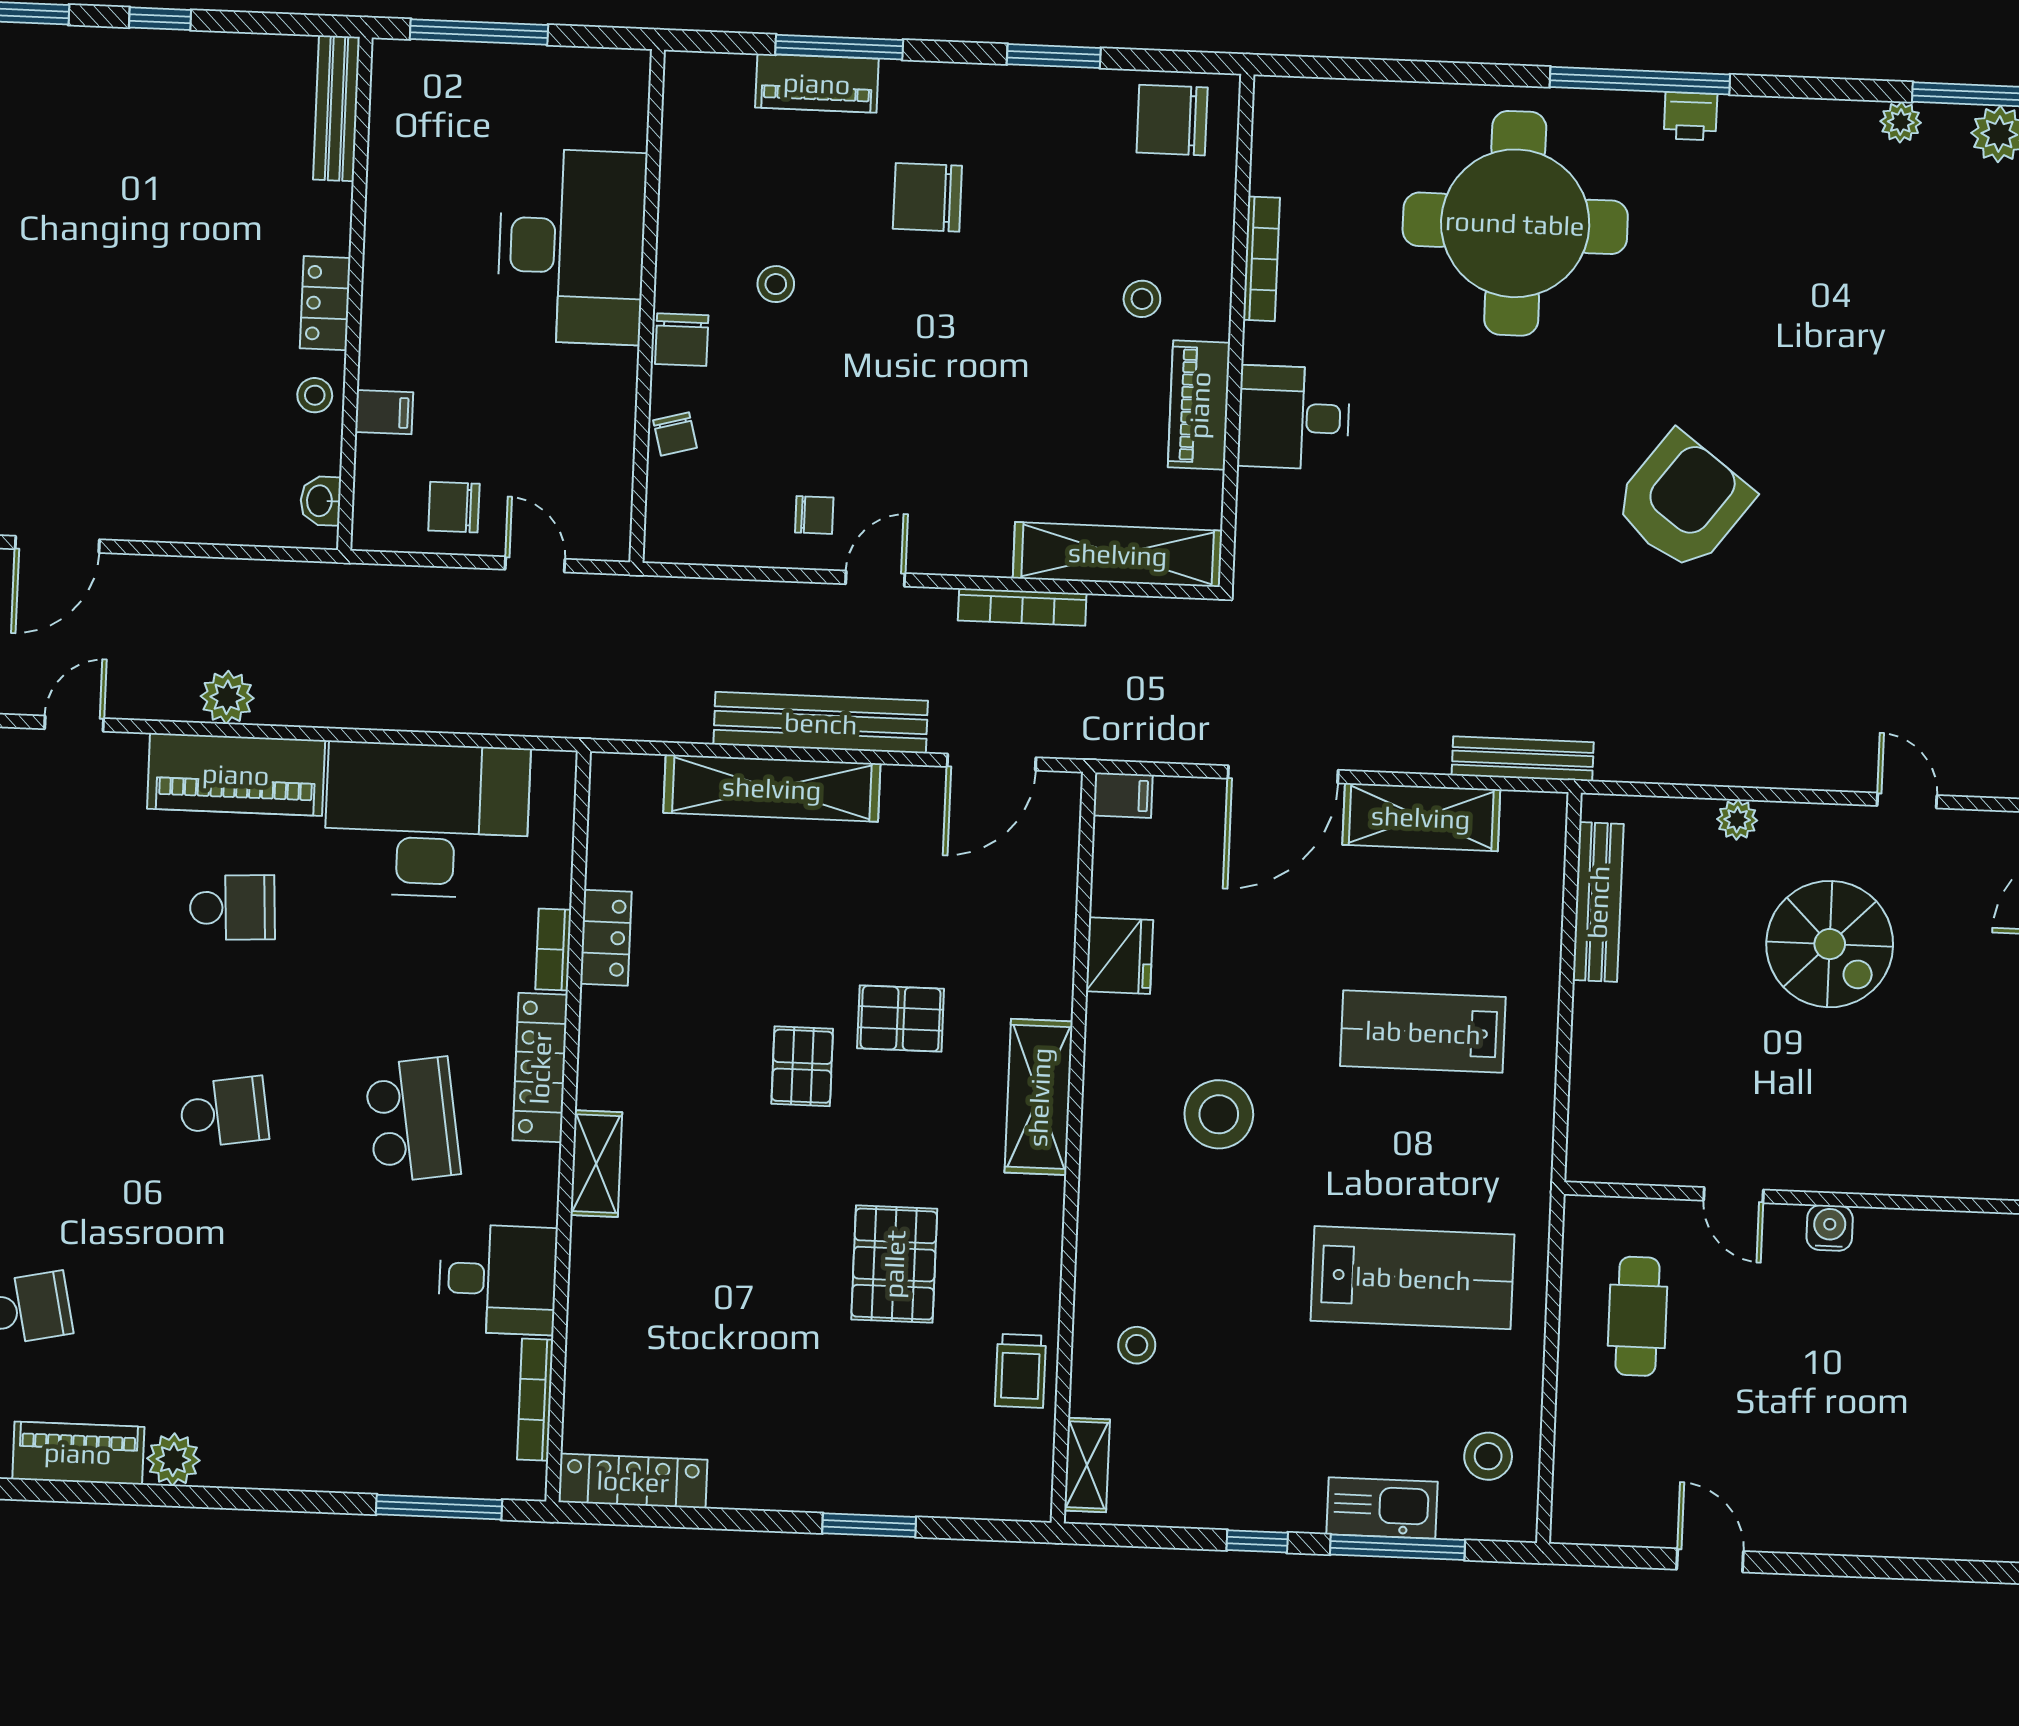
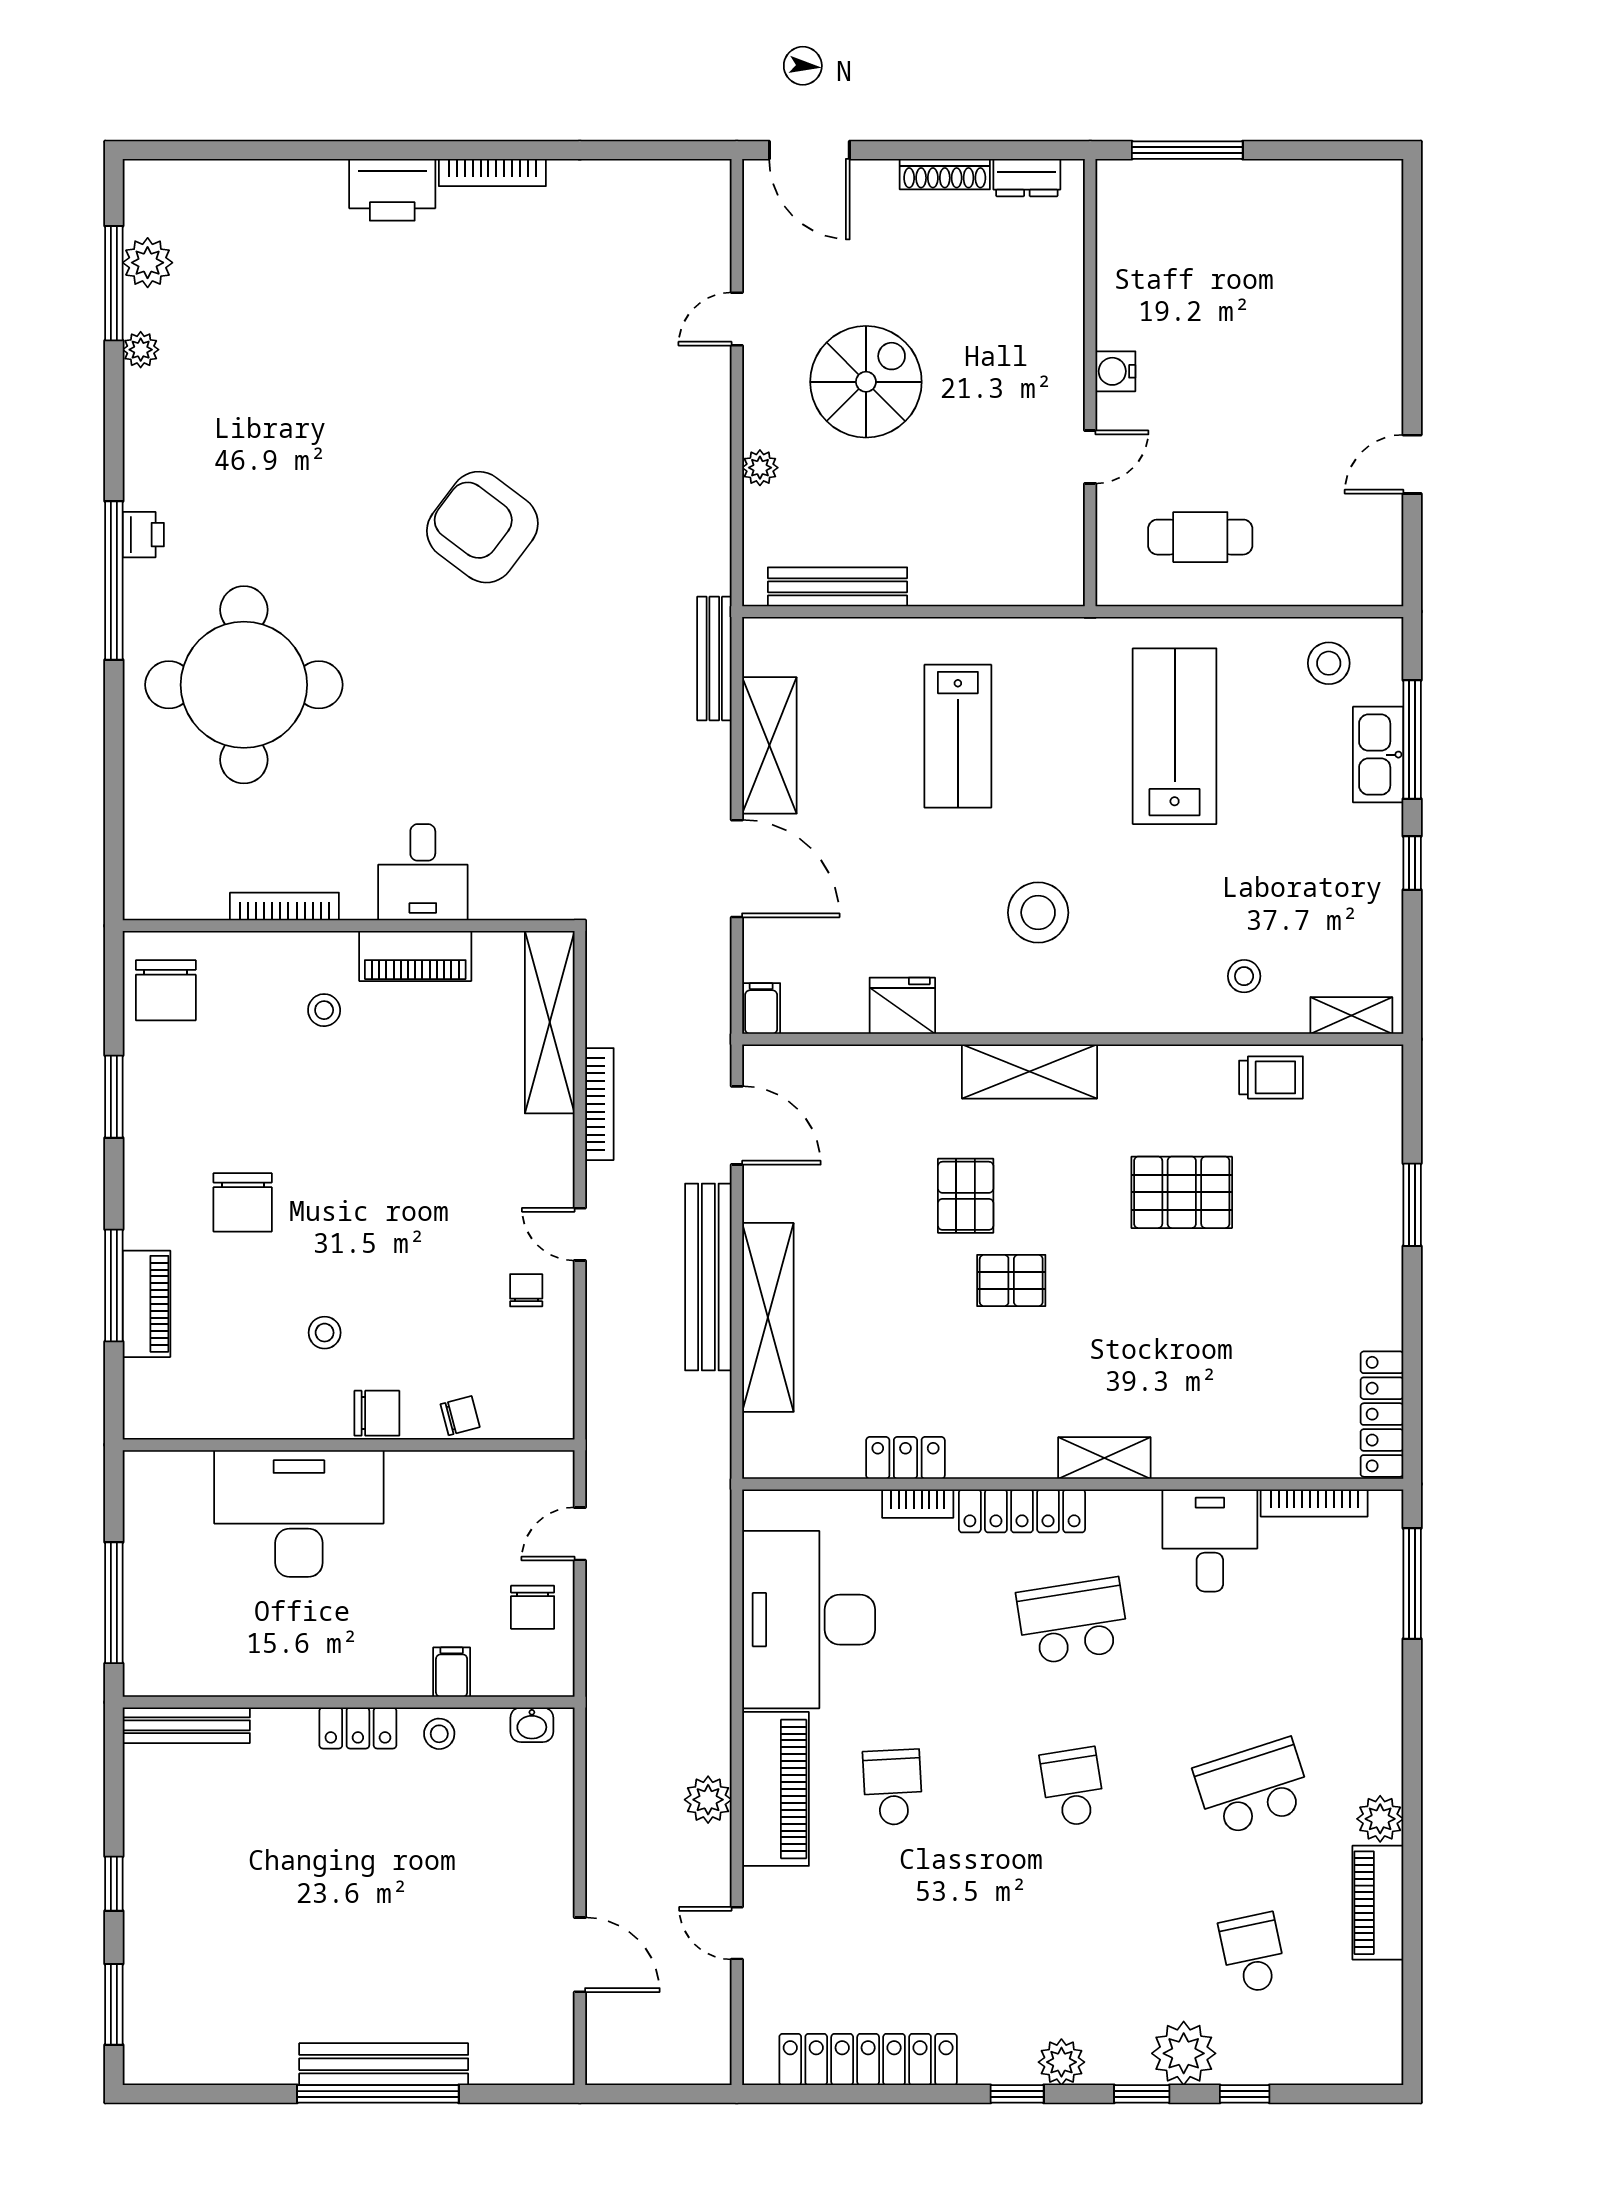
school desk: (215, 1316) -> (1253, 1787), added

